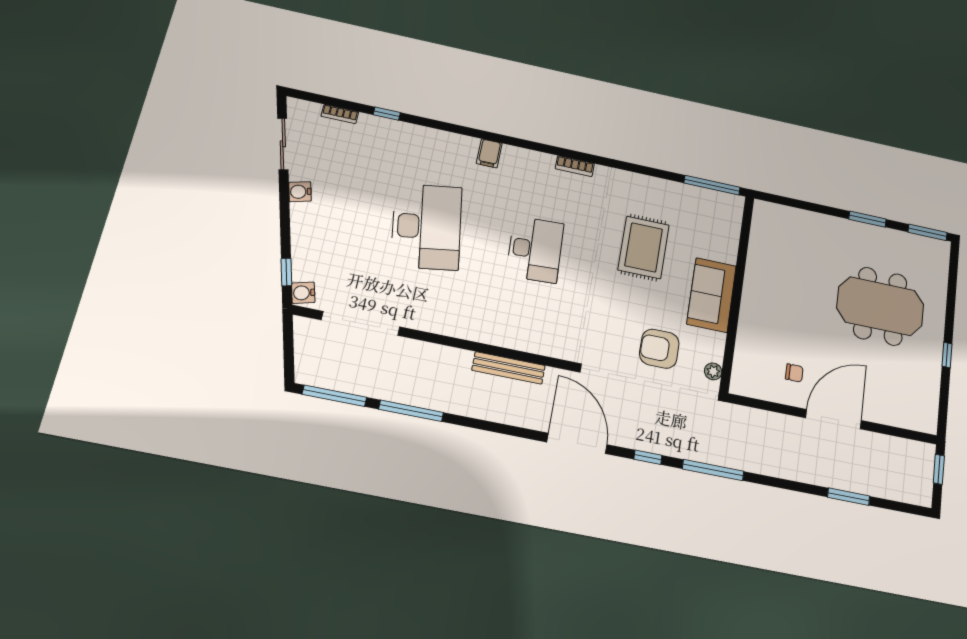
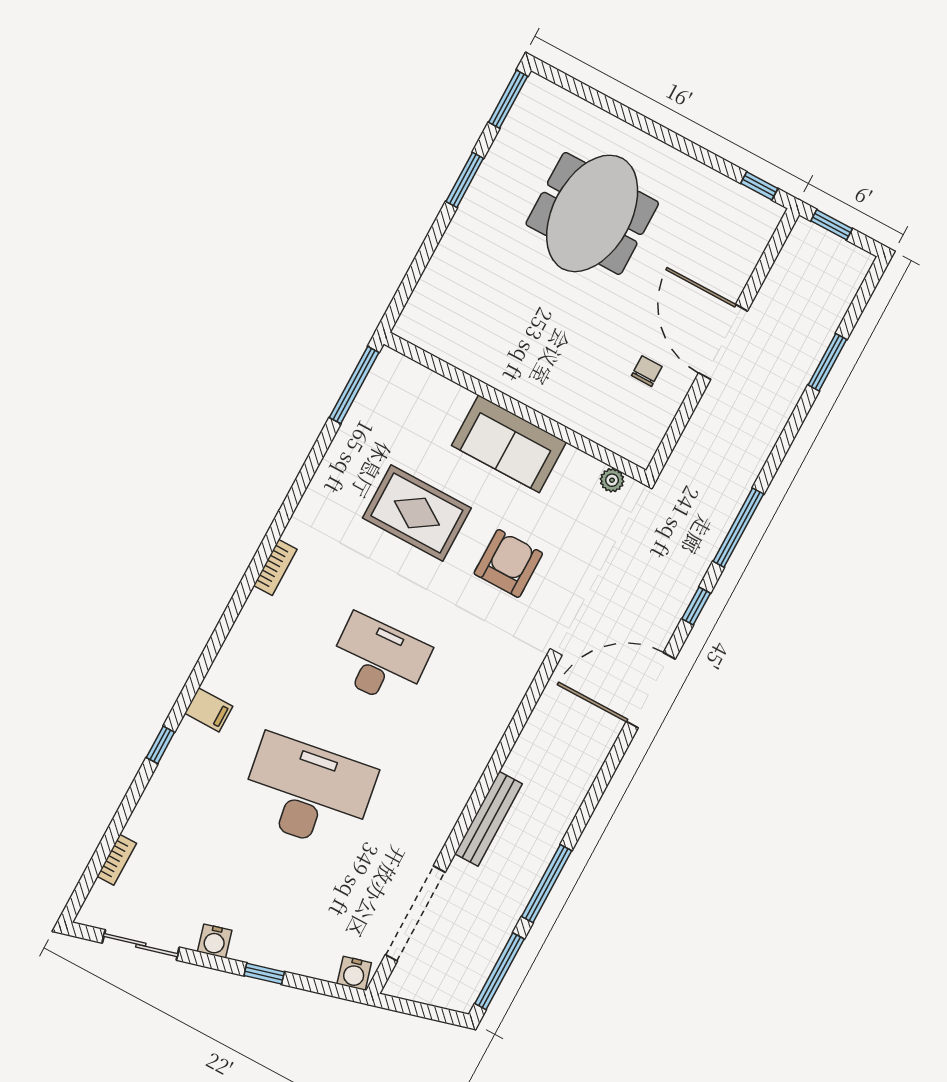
window: (387, 114) -> (160, 745), moved
filing cabinet: (489, 153) -> (209, 710), moved
window: (286, 272) -> (264, 974), moved
armchair: (659, 349) -> (508, 563), moved, turned 180
window: (947, 355) -> (759, 186), moved
bench: (508, 368) -> (488, 819), moved

